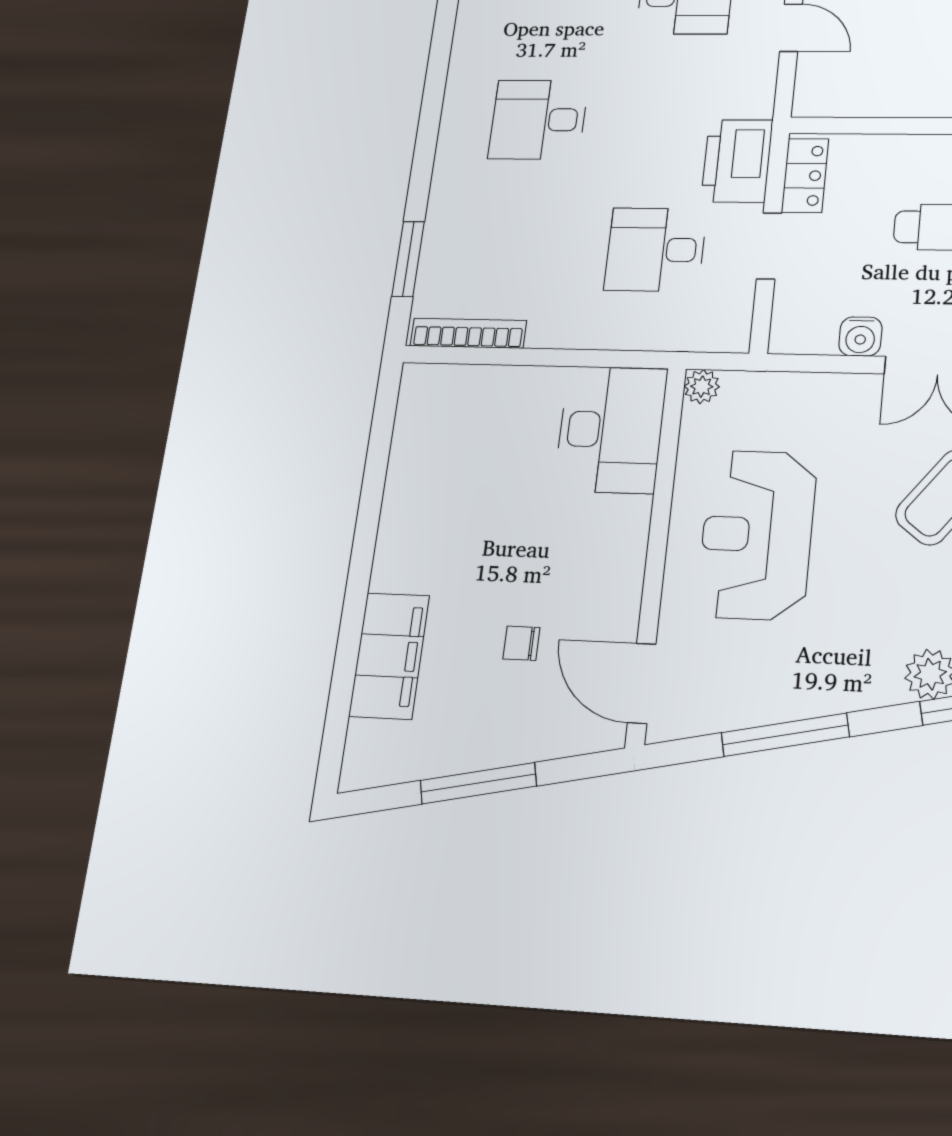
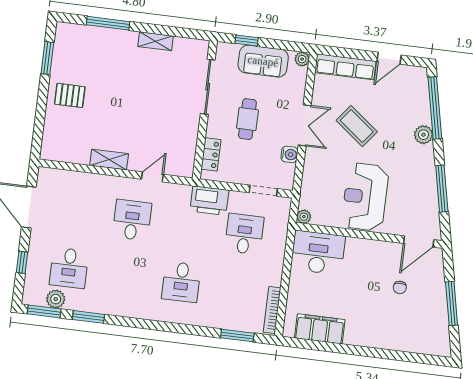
locker: (805, 176) -> (211, 154), moved, turned 90
doorway: (769, 246) -> (263, 191), moved
desk: (656, 250) -> (244, 234), turned 180
reception desk: (757, 535) -> (365, 197), turned 90
filing cabinet: (389, 656) -> (320, 329), moved

